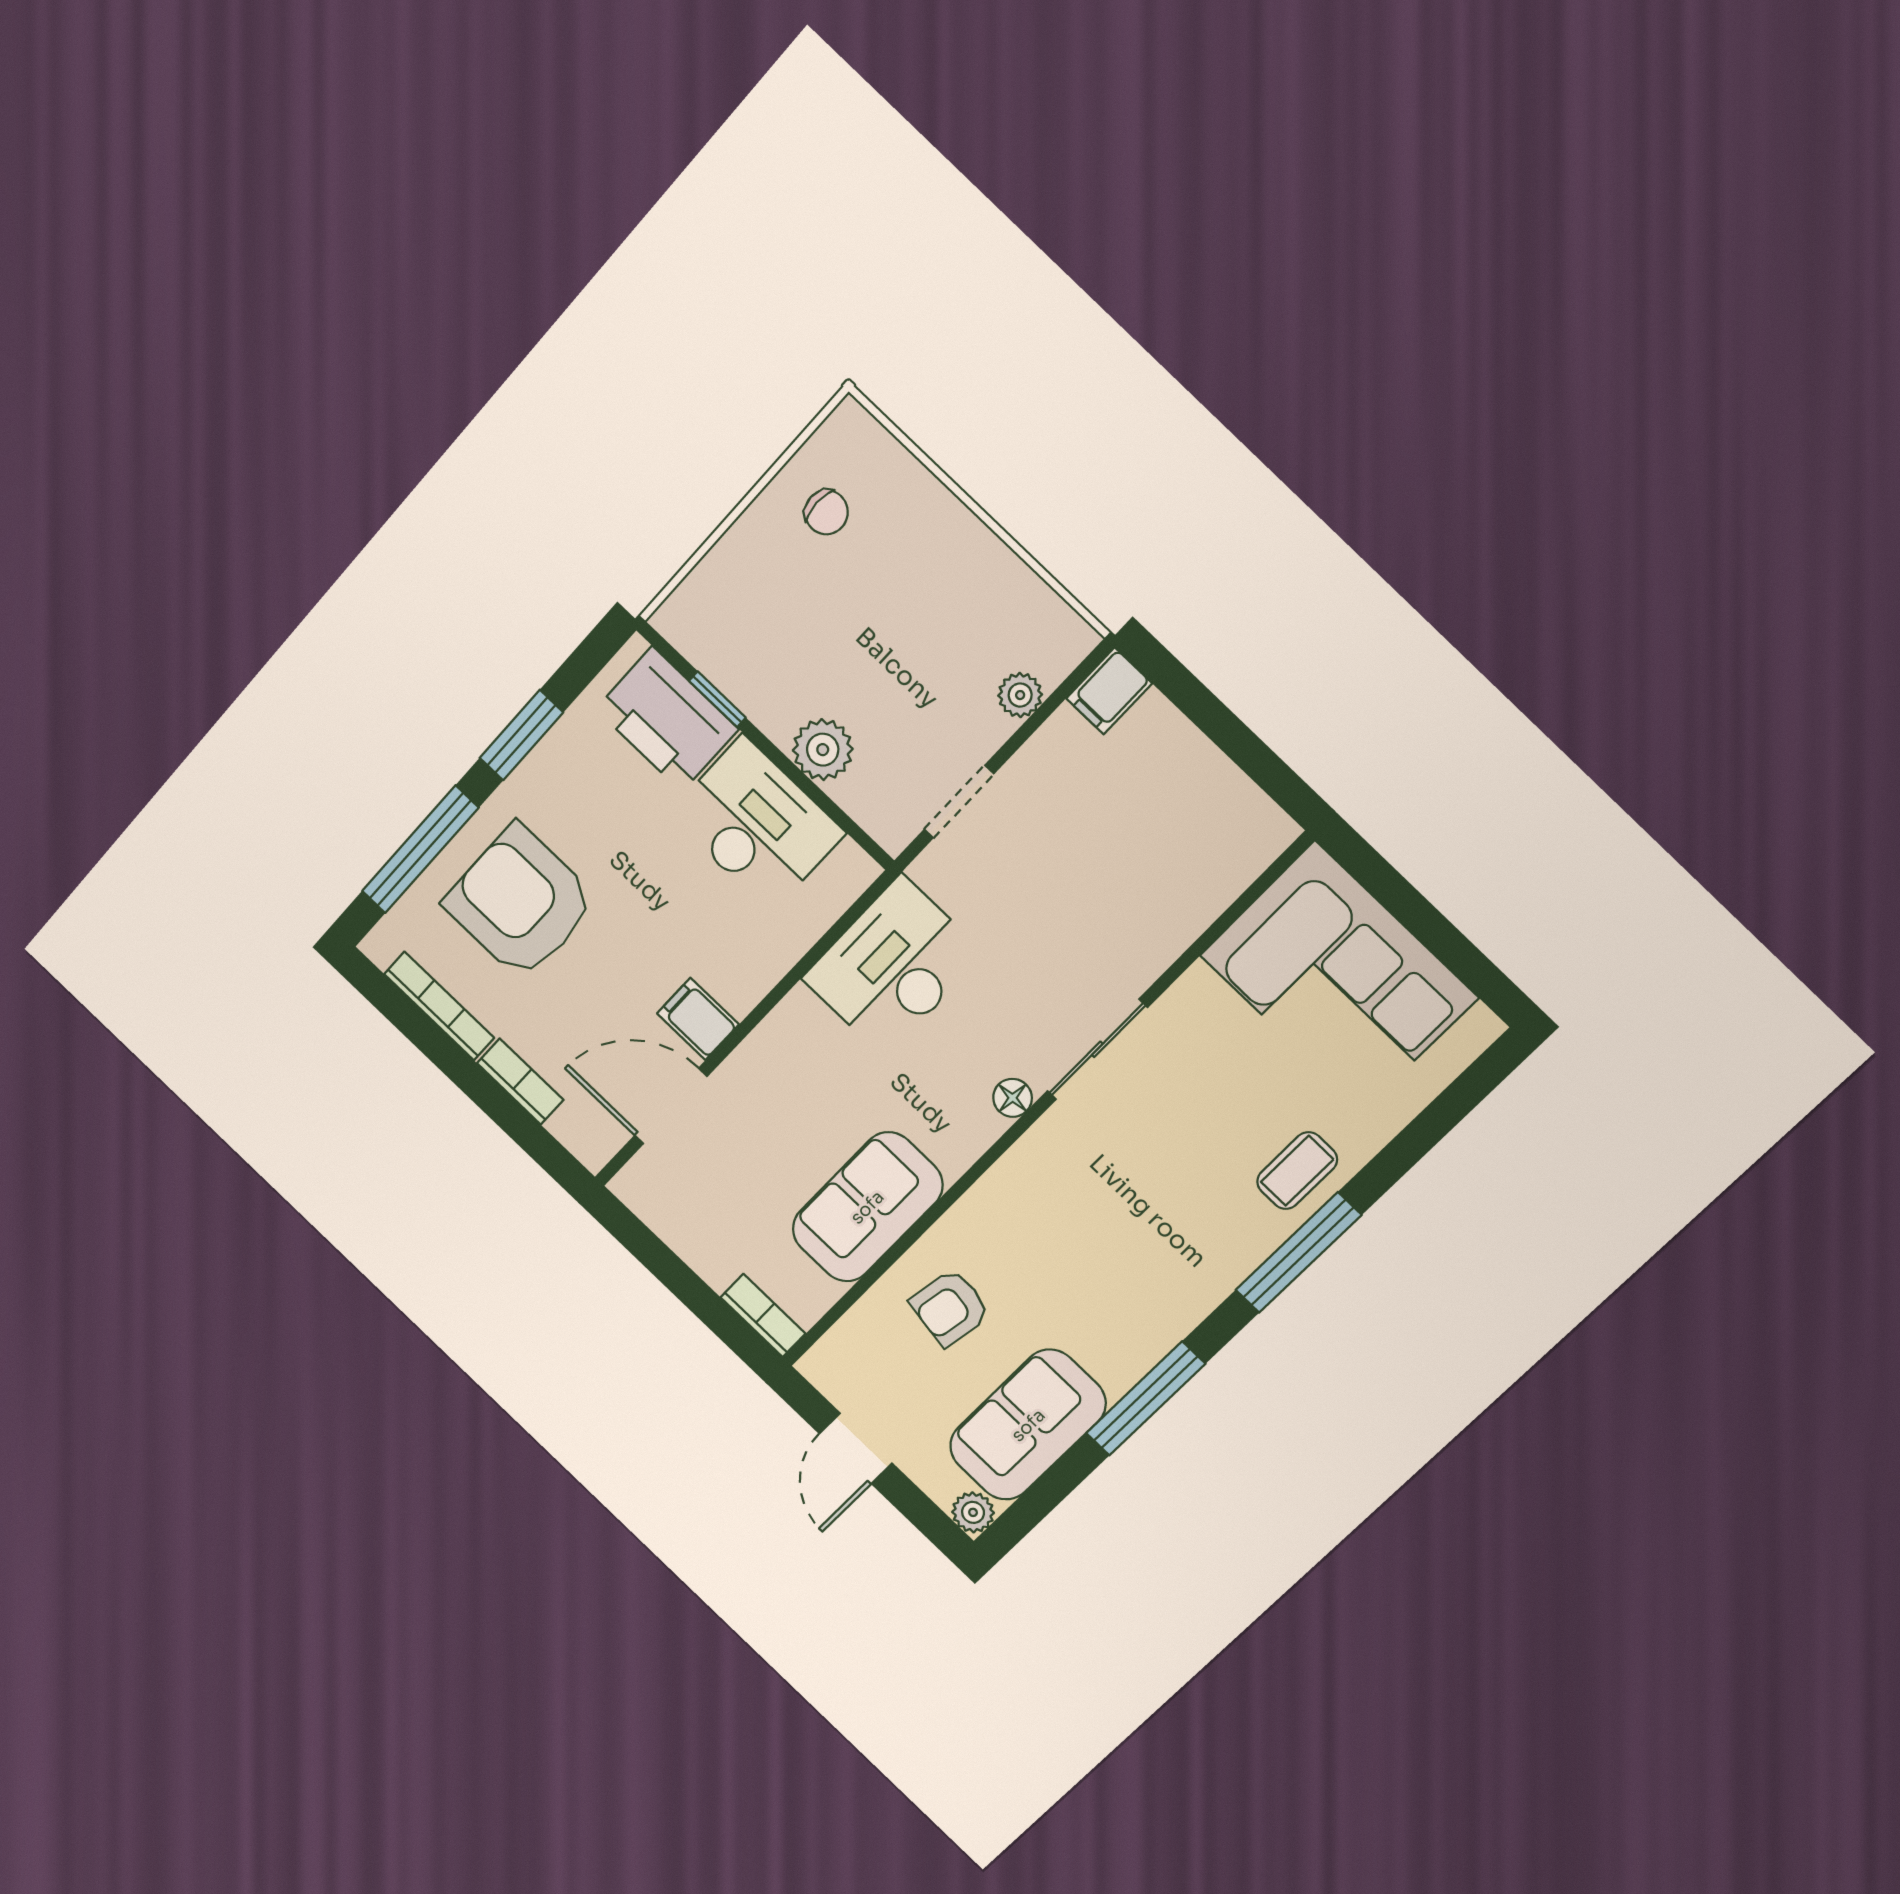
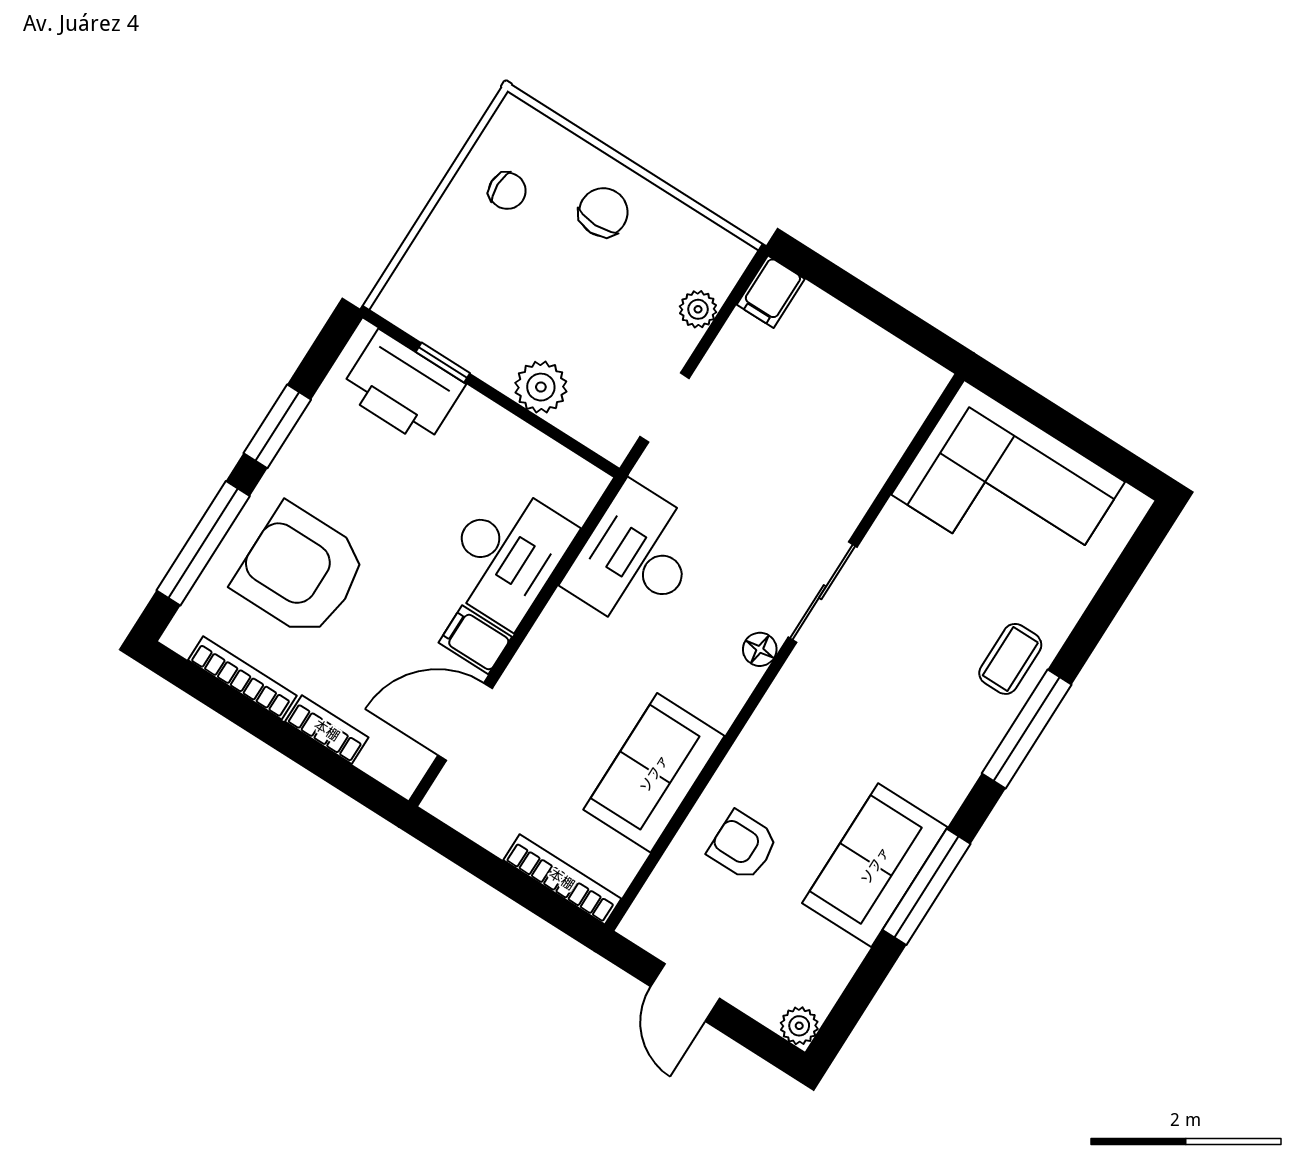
chair: (933, 559) -> (603, 212), added
desk: (757, 824) -> (506, 555), moved, turned 90
armchair: (950, 1308) -> (743, 846), turned 81
bookcase: (763, 1315) -> (562, 879), width x1.56
sofa: (1028, 1425) -> (875, 865), moved

